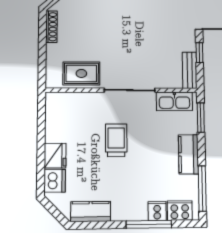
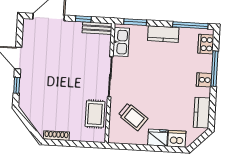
trolley: (116, 140) -> (133, 117), moved, turned -144
cooker: (157, 211) -> (204, 80), moved

